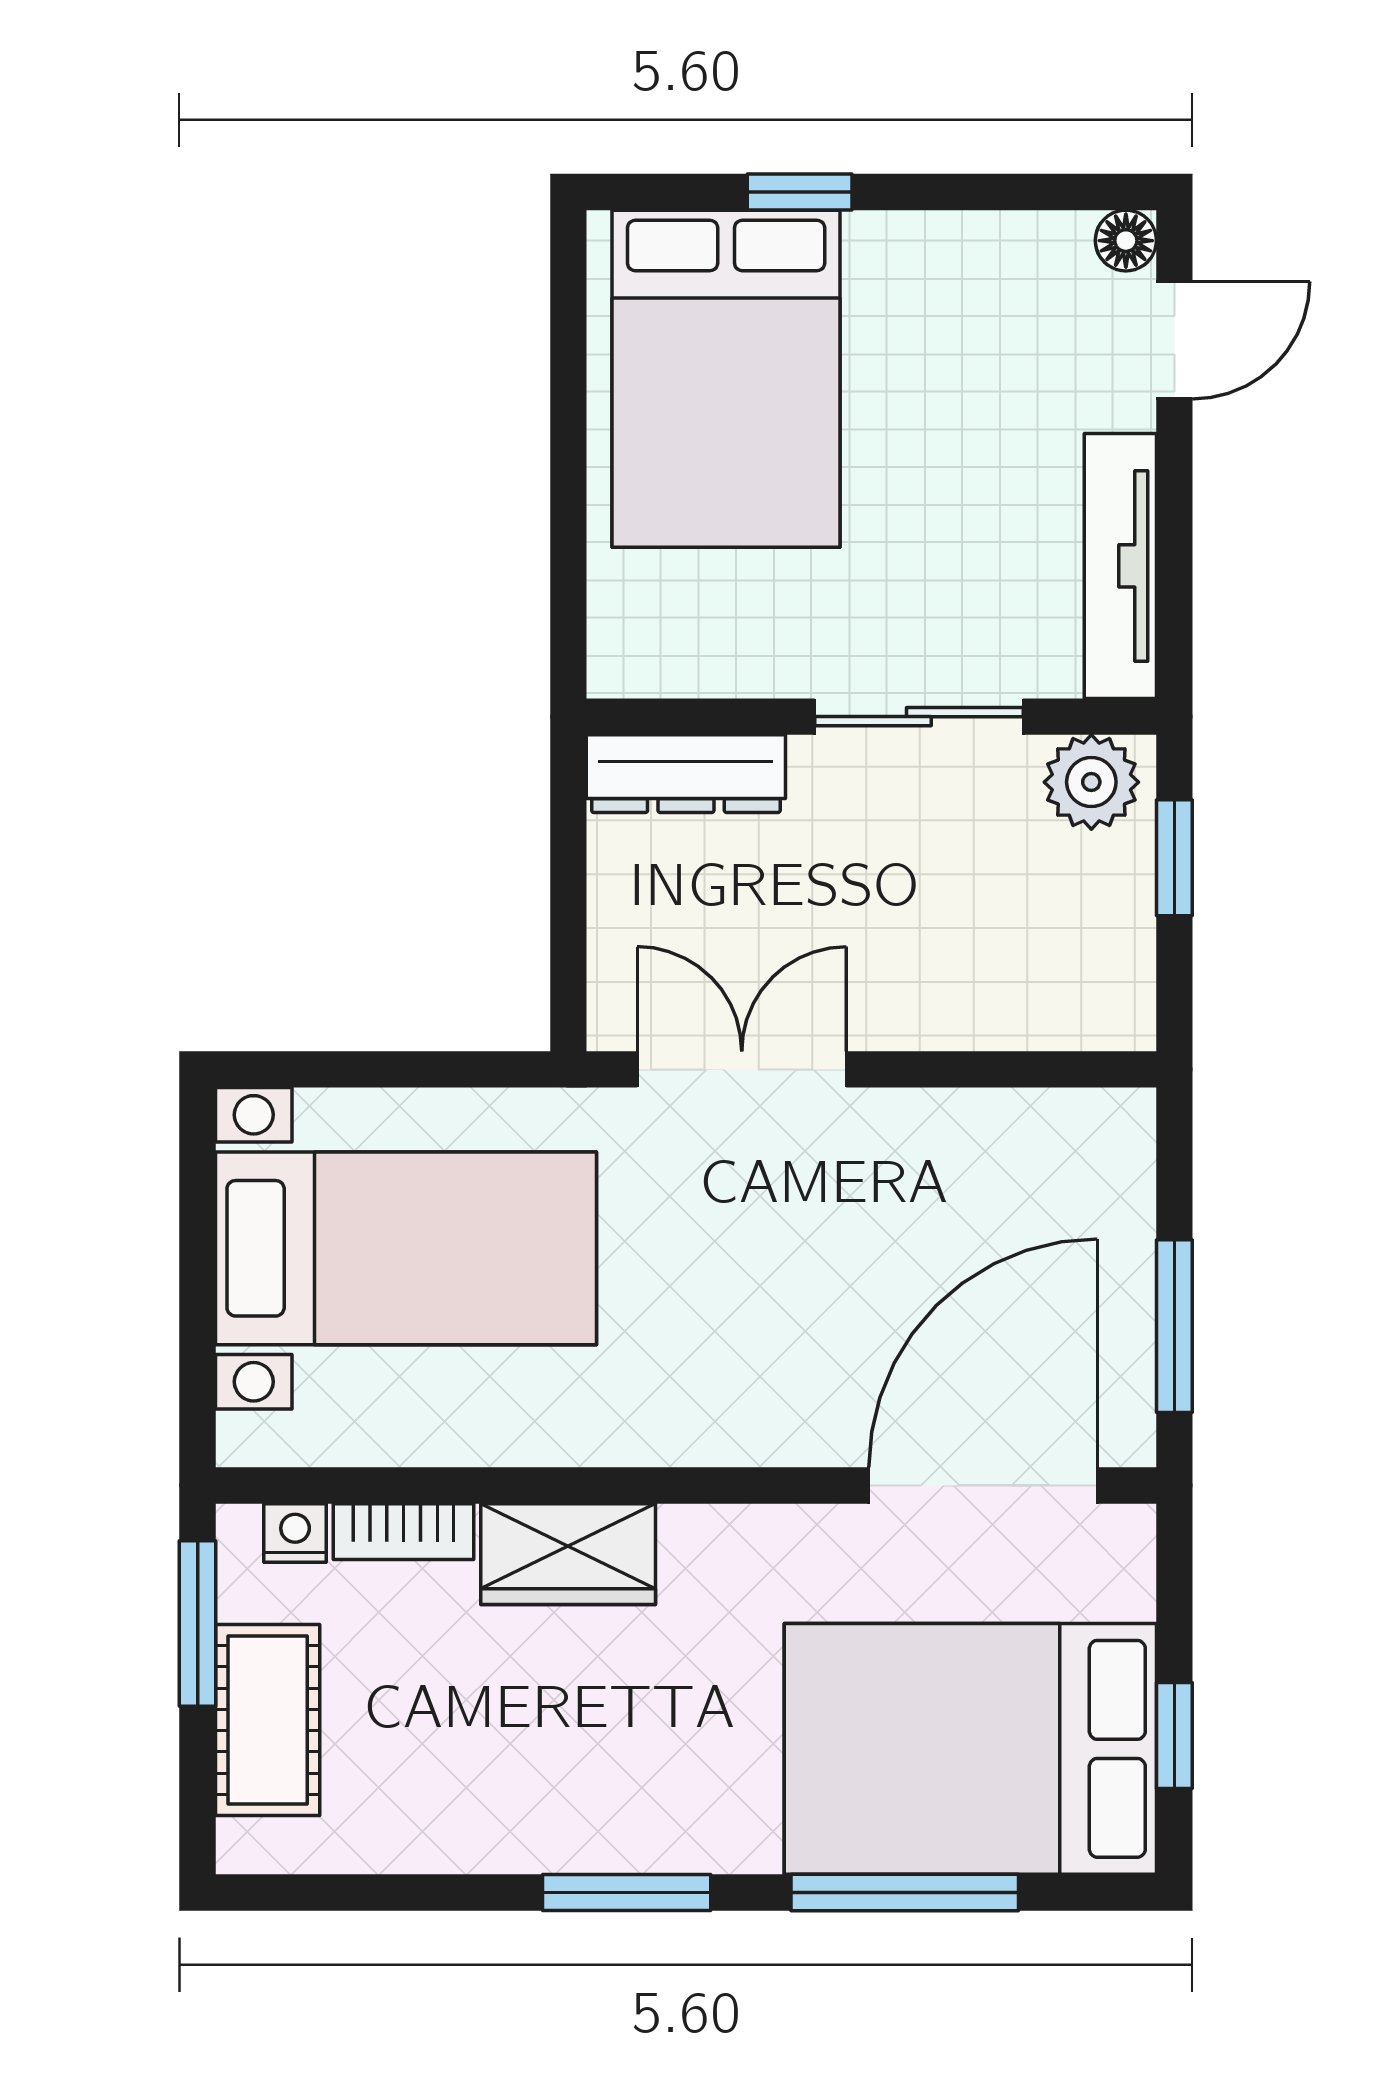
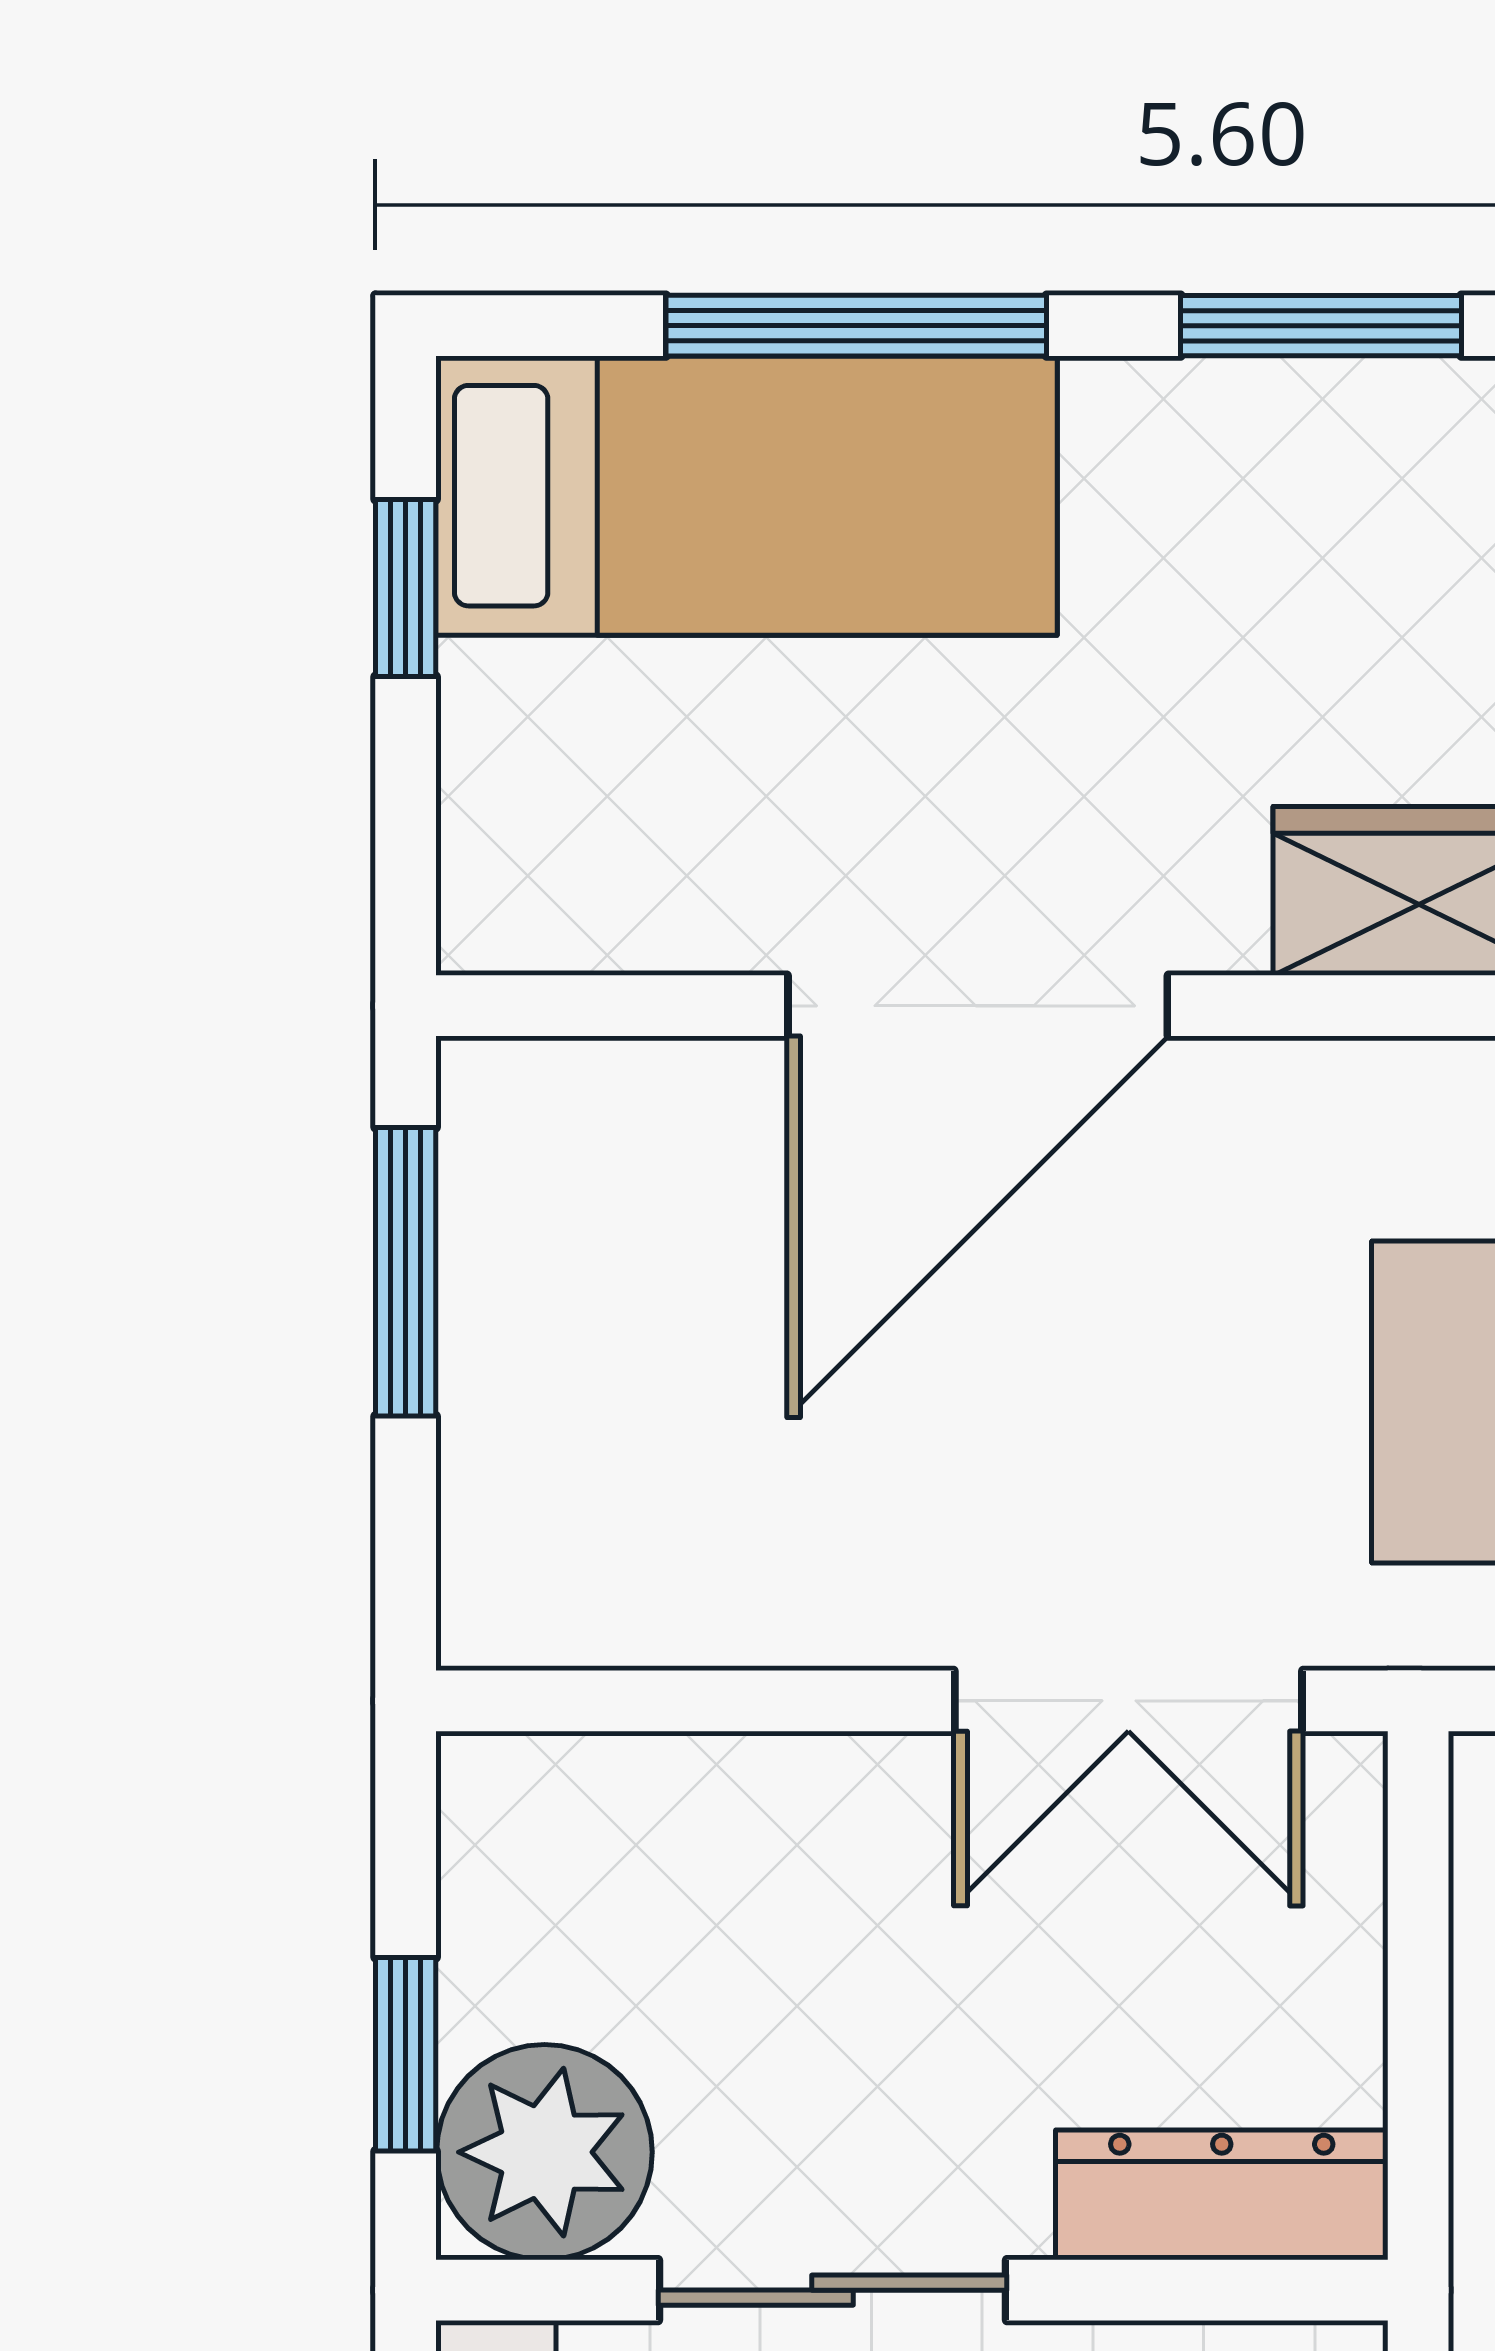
plant: (1091, 782) -> (544, 2152), width x1.36, depth x1.36
door: (983, 1485) -> (978, 1006), moved
bed: (970, 1749) -> (747, 496), width x0.67

